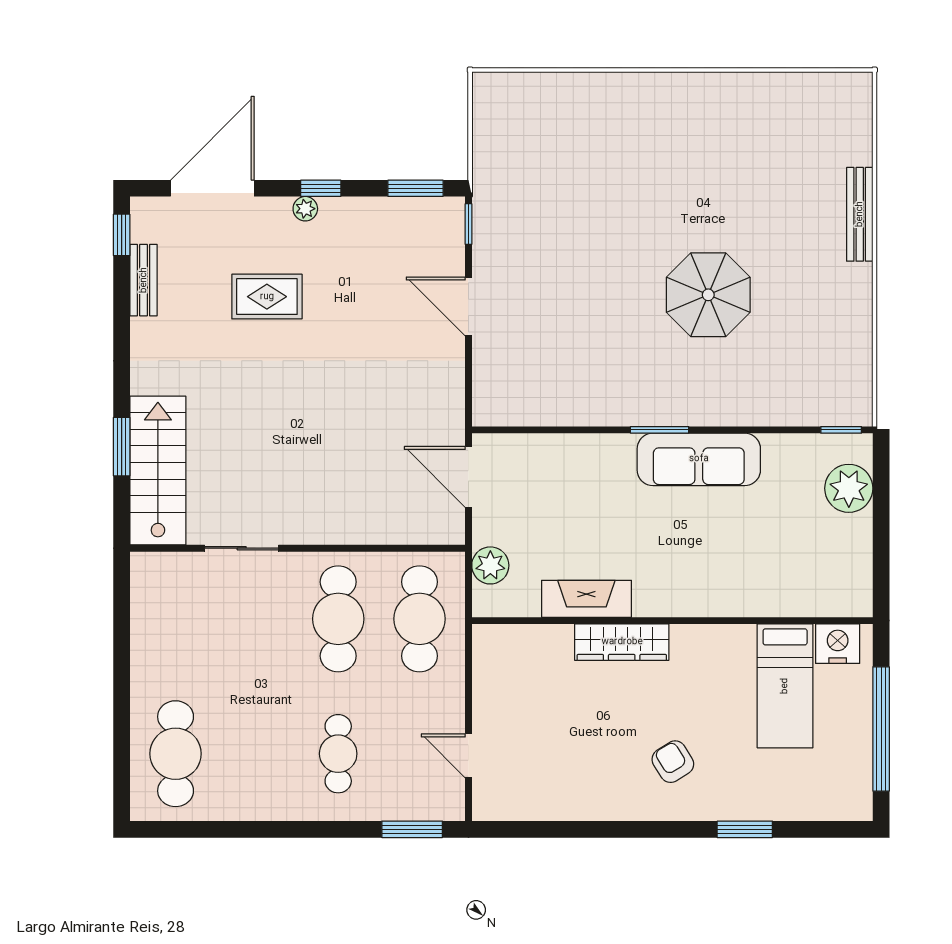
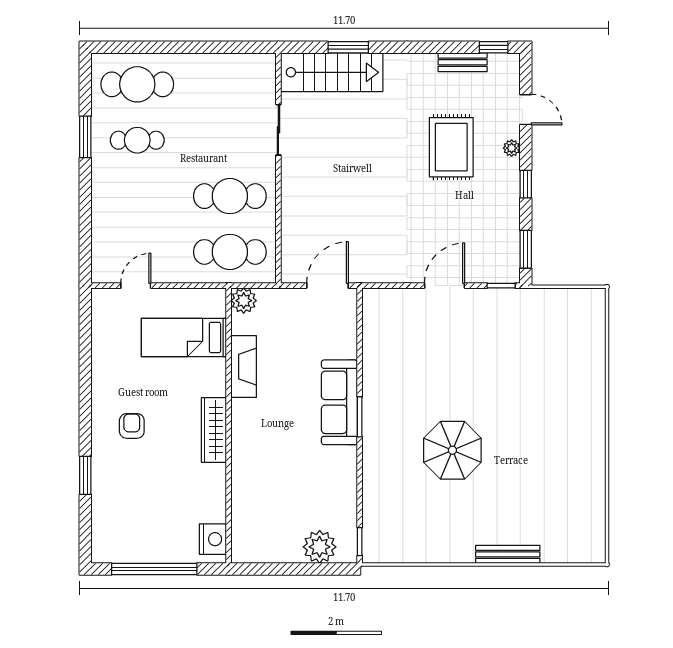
door: (212, 188) -> (526, 110), width x0.53
plant: (305, 209) -> (512, 148), moved
rug: (267, 297) -> (451, 147), width x1.36, depth x1.43
sofa: (699, 459) -> (339, 402), moved
plant: (490, 565) -> (244, 301), moved
wardrobe: (622, 642) -> (214, 430), moved
bed: (785, 686) -> (184, 337), moved
cafe table: (338, 754) -> (137, 140), moved
armchair: (673, 762) -> (132, 426), turned -58
window: (412, 829) -> (85, 137), moved

